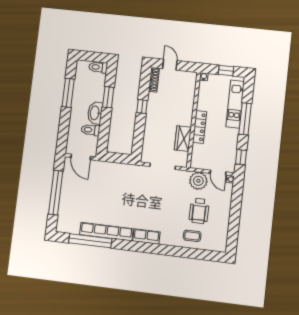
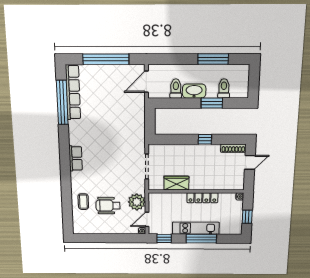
toilet: (98, 67) -> (224, 88), moved
kitchen unit: (235, 104) -> (196, 228), moved
locker: (200, 127) -> (202, 198), moved
row of seats: (106, 232) -> (73, 92), moved

